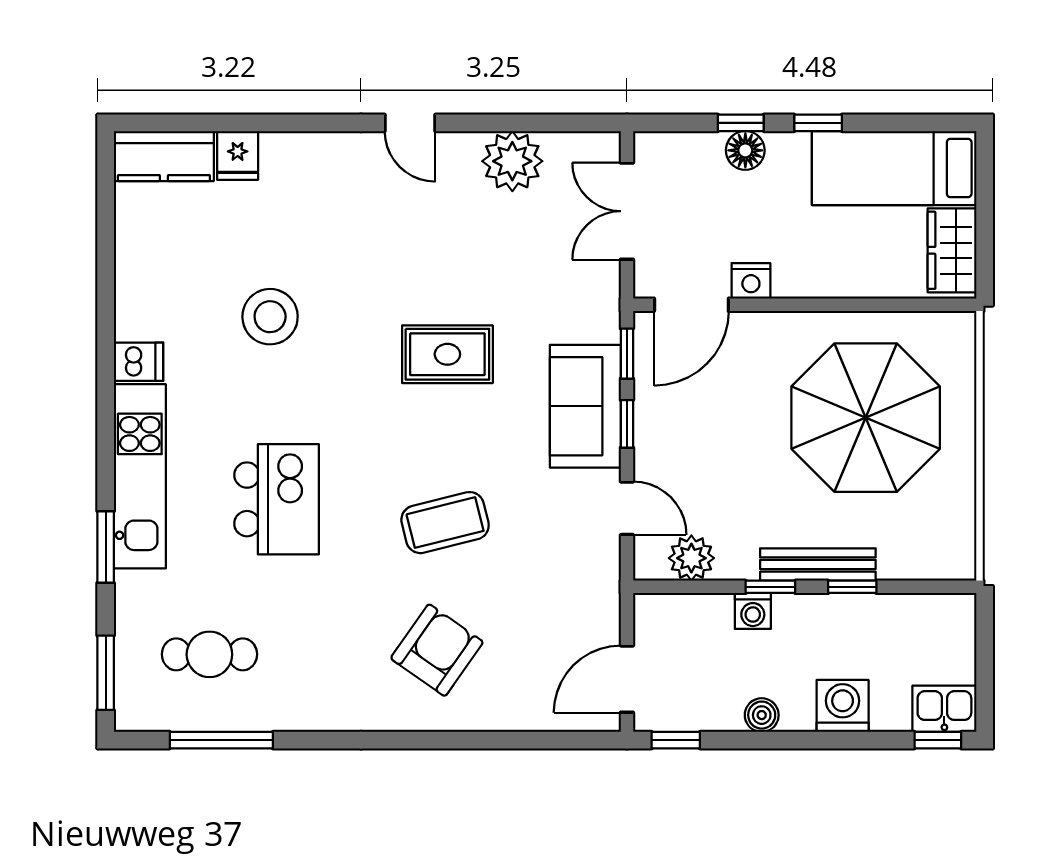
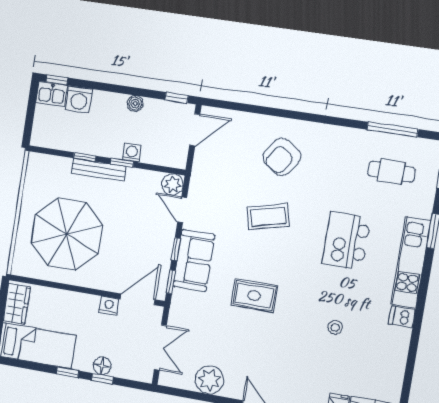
stool: (270, 317) -> (335, 327), width x0.53, depth x0.53
plant: (691, 558) -> (172, 184), moved
washing machine: (843, 706) -> (79, 99), moved

